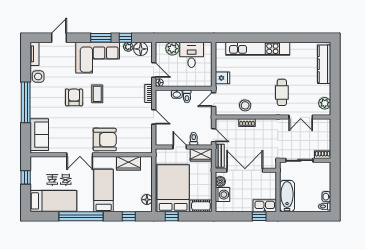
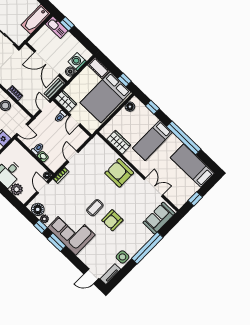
door: (59, 38) -> (91, 276), moved
double door: (80, 155) -> (154, 187), moved

